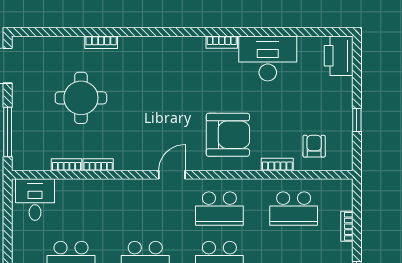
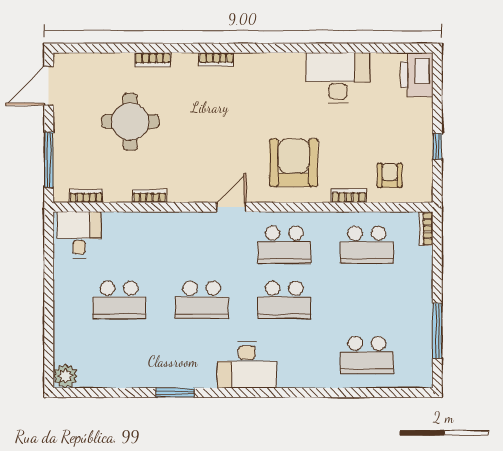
bookcase: (222, 42) -> (216, 59), moved
armchair: (228, 135) -> (294, 163), turned -90
bookcase: (67, 165) -> (86, 196), moved
bookcase: (347, 226) -> (426, 229), moved

